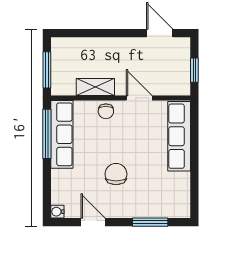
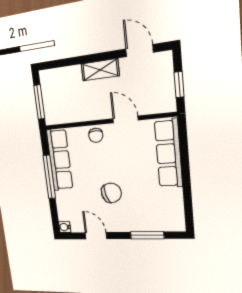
shelving: (95, 87) -> (100, 70), moved
window: (47, 134) -> (49, 177), moved
chair: (116, 174) -> (111, 193), turned 74

